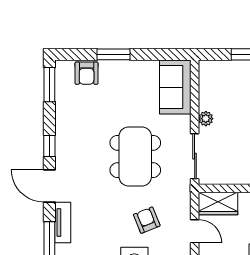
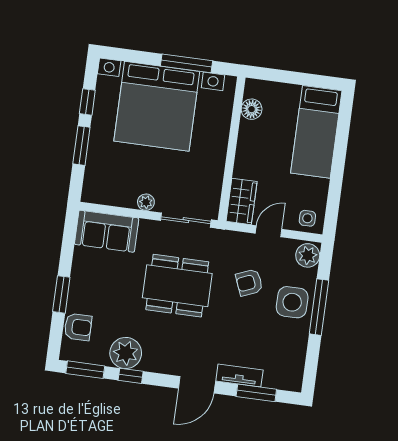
plant: (69, 119) -> (126, 353), added
window: (49, 146) -> (131, 376), moved

